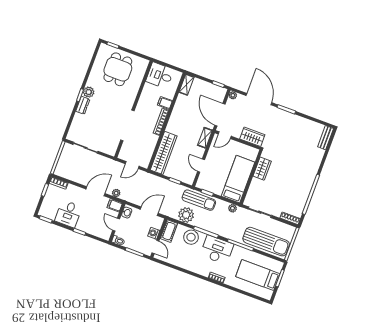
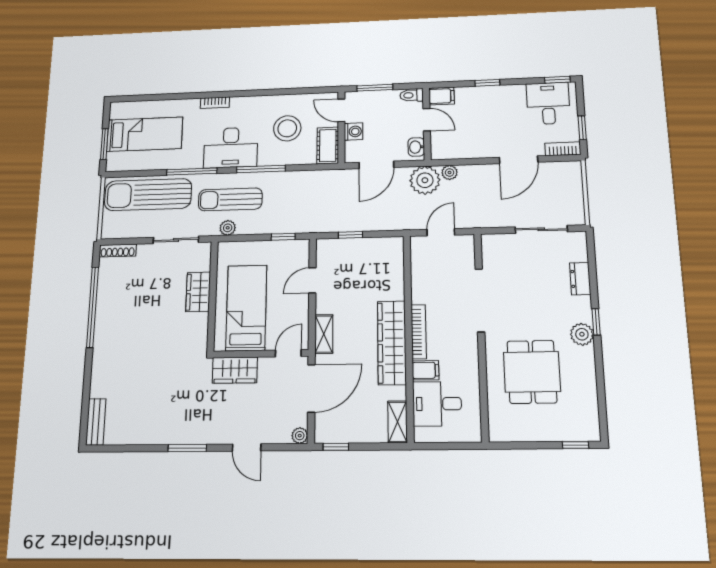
dining table: (118, 69) -> (532, 372), moved
desk: (160, 75) -> (437, 404), moved, turned 180
door: (259, 99) -> (247, 447), width x0.53
dresser: (83, 105) -> (580, 279), moved
door: (220, 115) -> (311, 388), hinge flipped
wardrobe: (164, 153) -> (392, 343), moved
door: (201, 166) -> (312, 280), swing flipped
wardrobe: (262, 169) -> (198, 292), moved
bed: (238, 179) -> (246, 308), moved, turned 180
door: (95, 191) -> (519, 160), moved
sun lounger: (199, 200) -> (230, 199), moved
filing cabinet: (115, 205) -> (442, 96), moved
desk: (68, 214) -> (548, 103), moved
plant: (186, 215) -> (425, 180), moved
stool: (191, 237) -> (287, 128), moved

